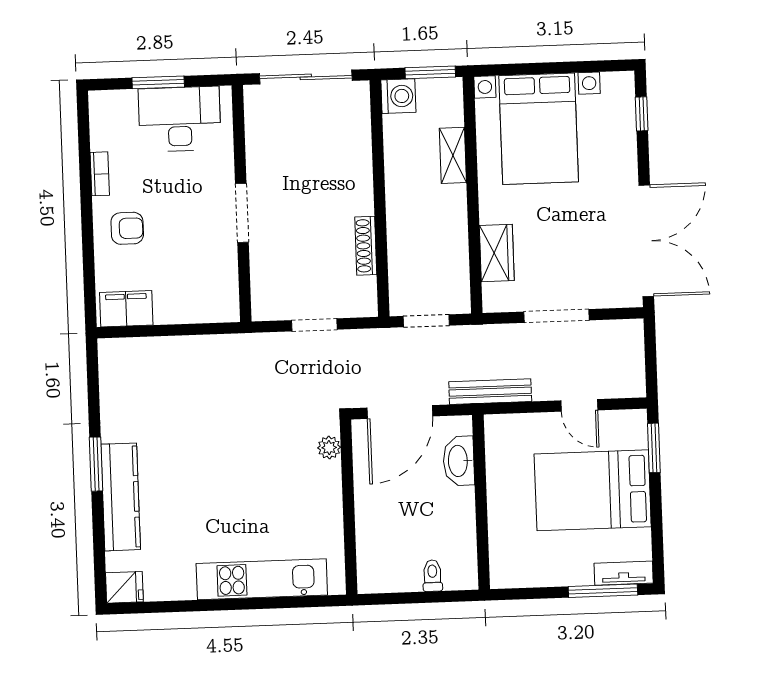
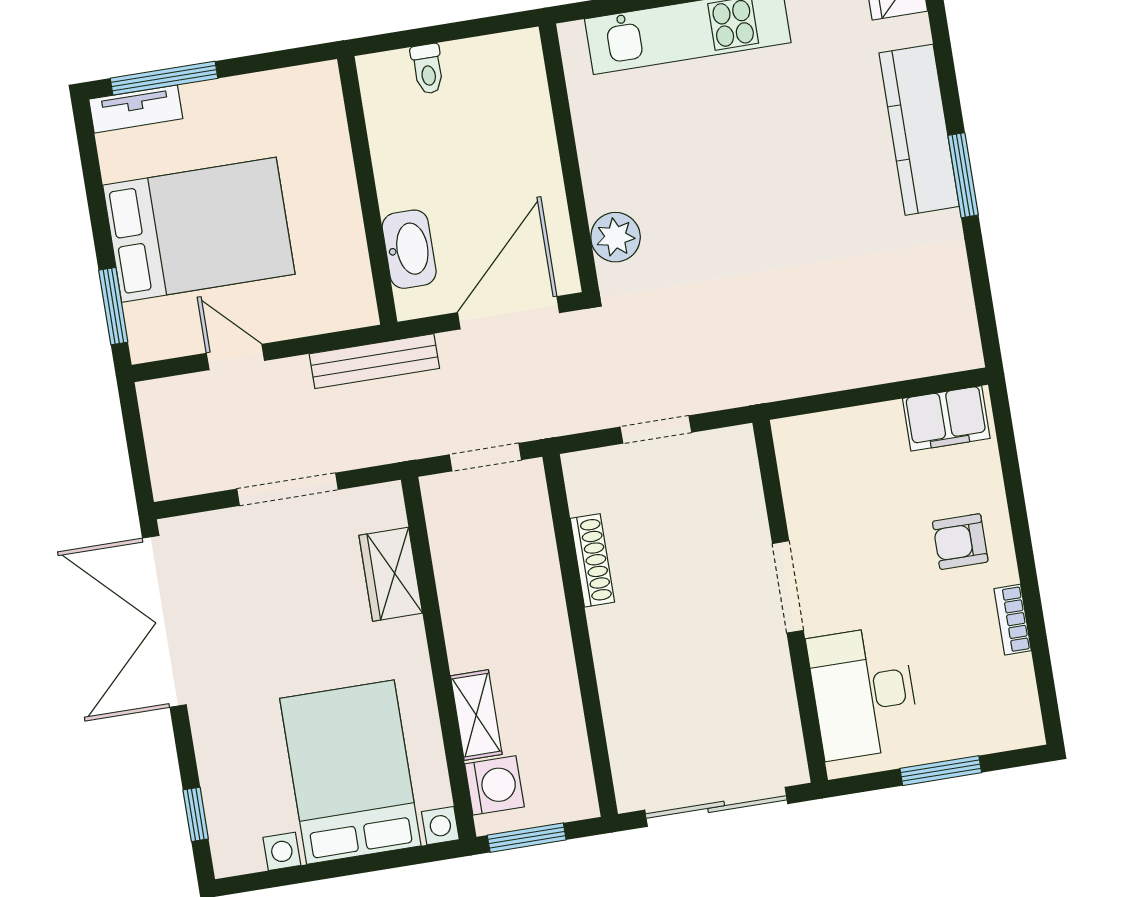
washing machine: (398, 96) -> (494, 785), moved, turned 180
desk: (180, 119) -> (863, 693), moved, turned 90
plant: (329, 448) -> (616, 237), width x1.38, depth x1.38

